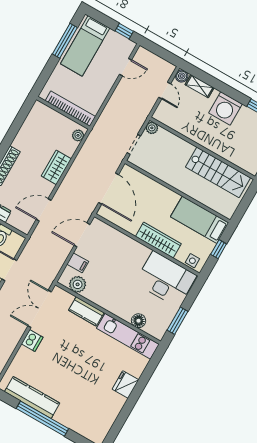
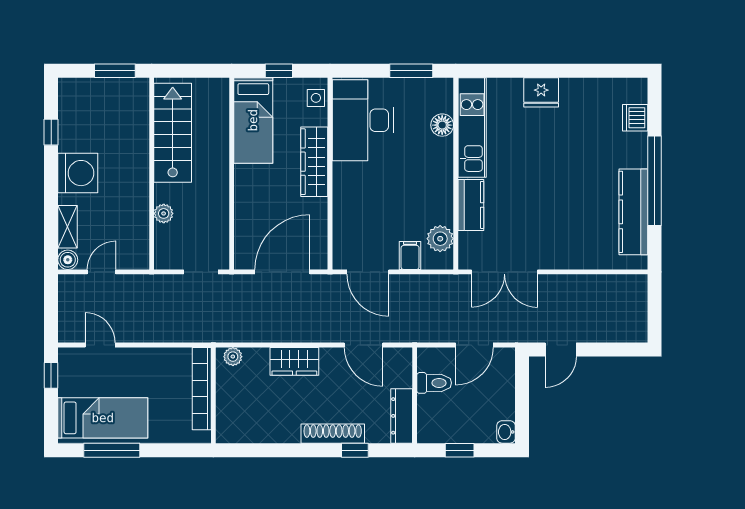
plant: (152, 128) -> (164, 213), moved
dishwasher: (32, 341) -> (635, 118), moved, turned -90

